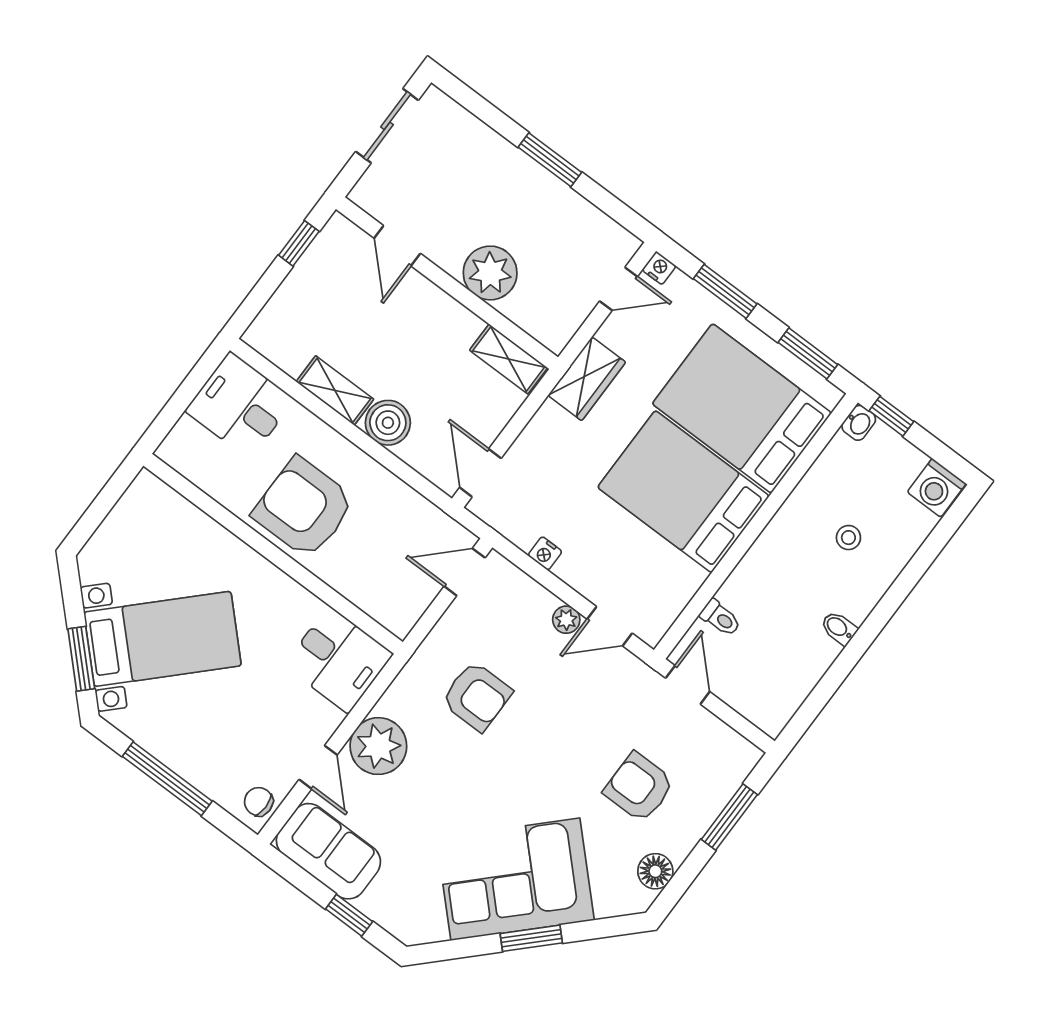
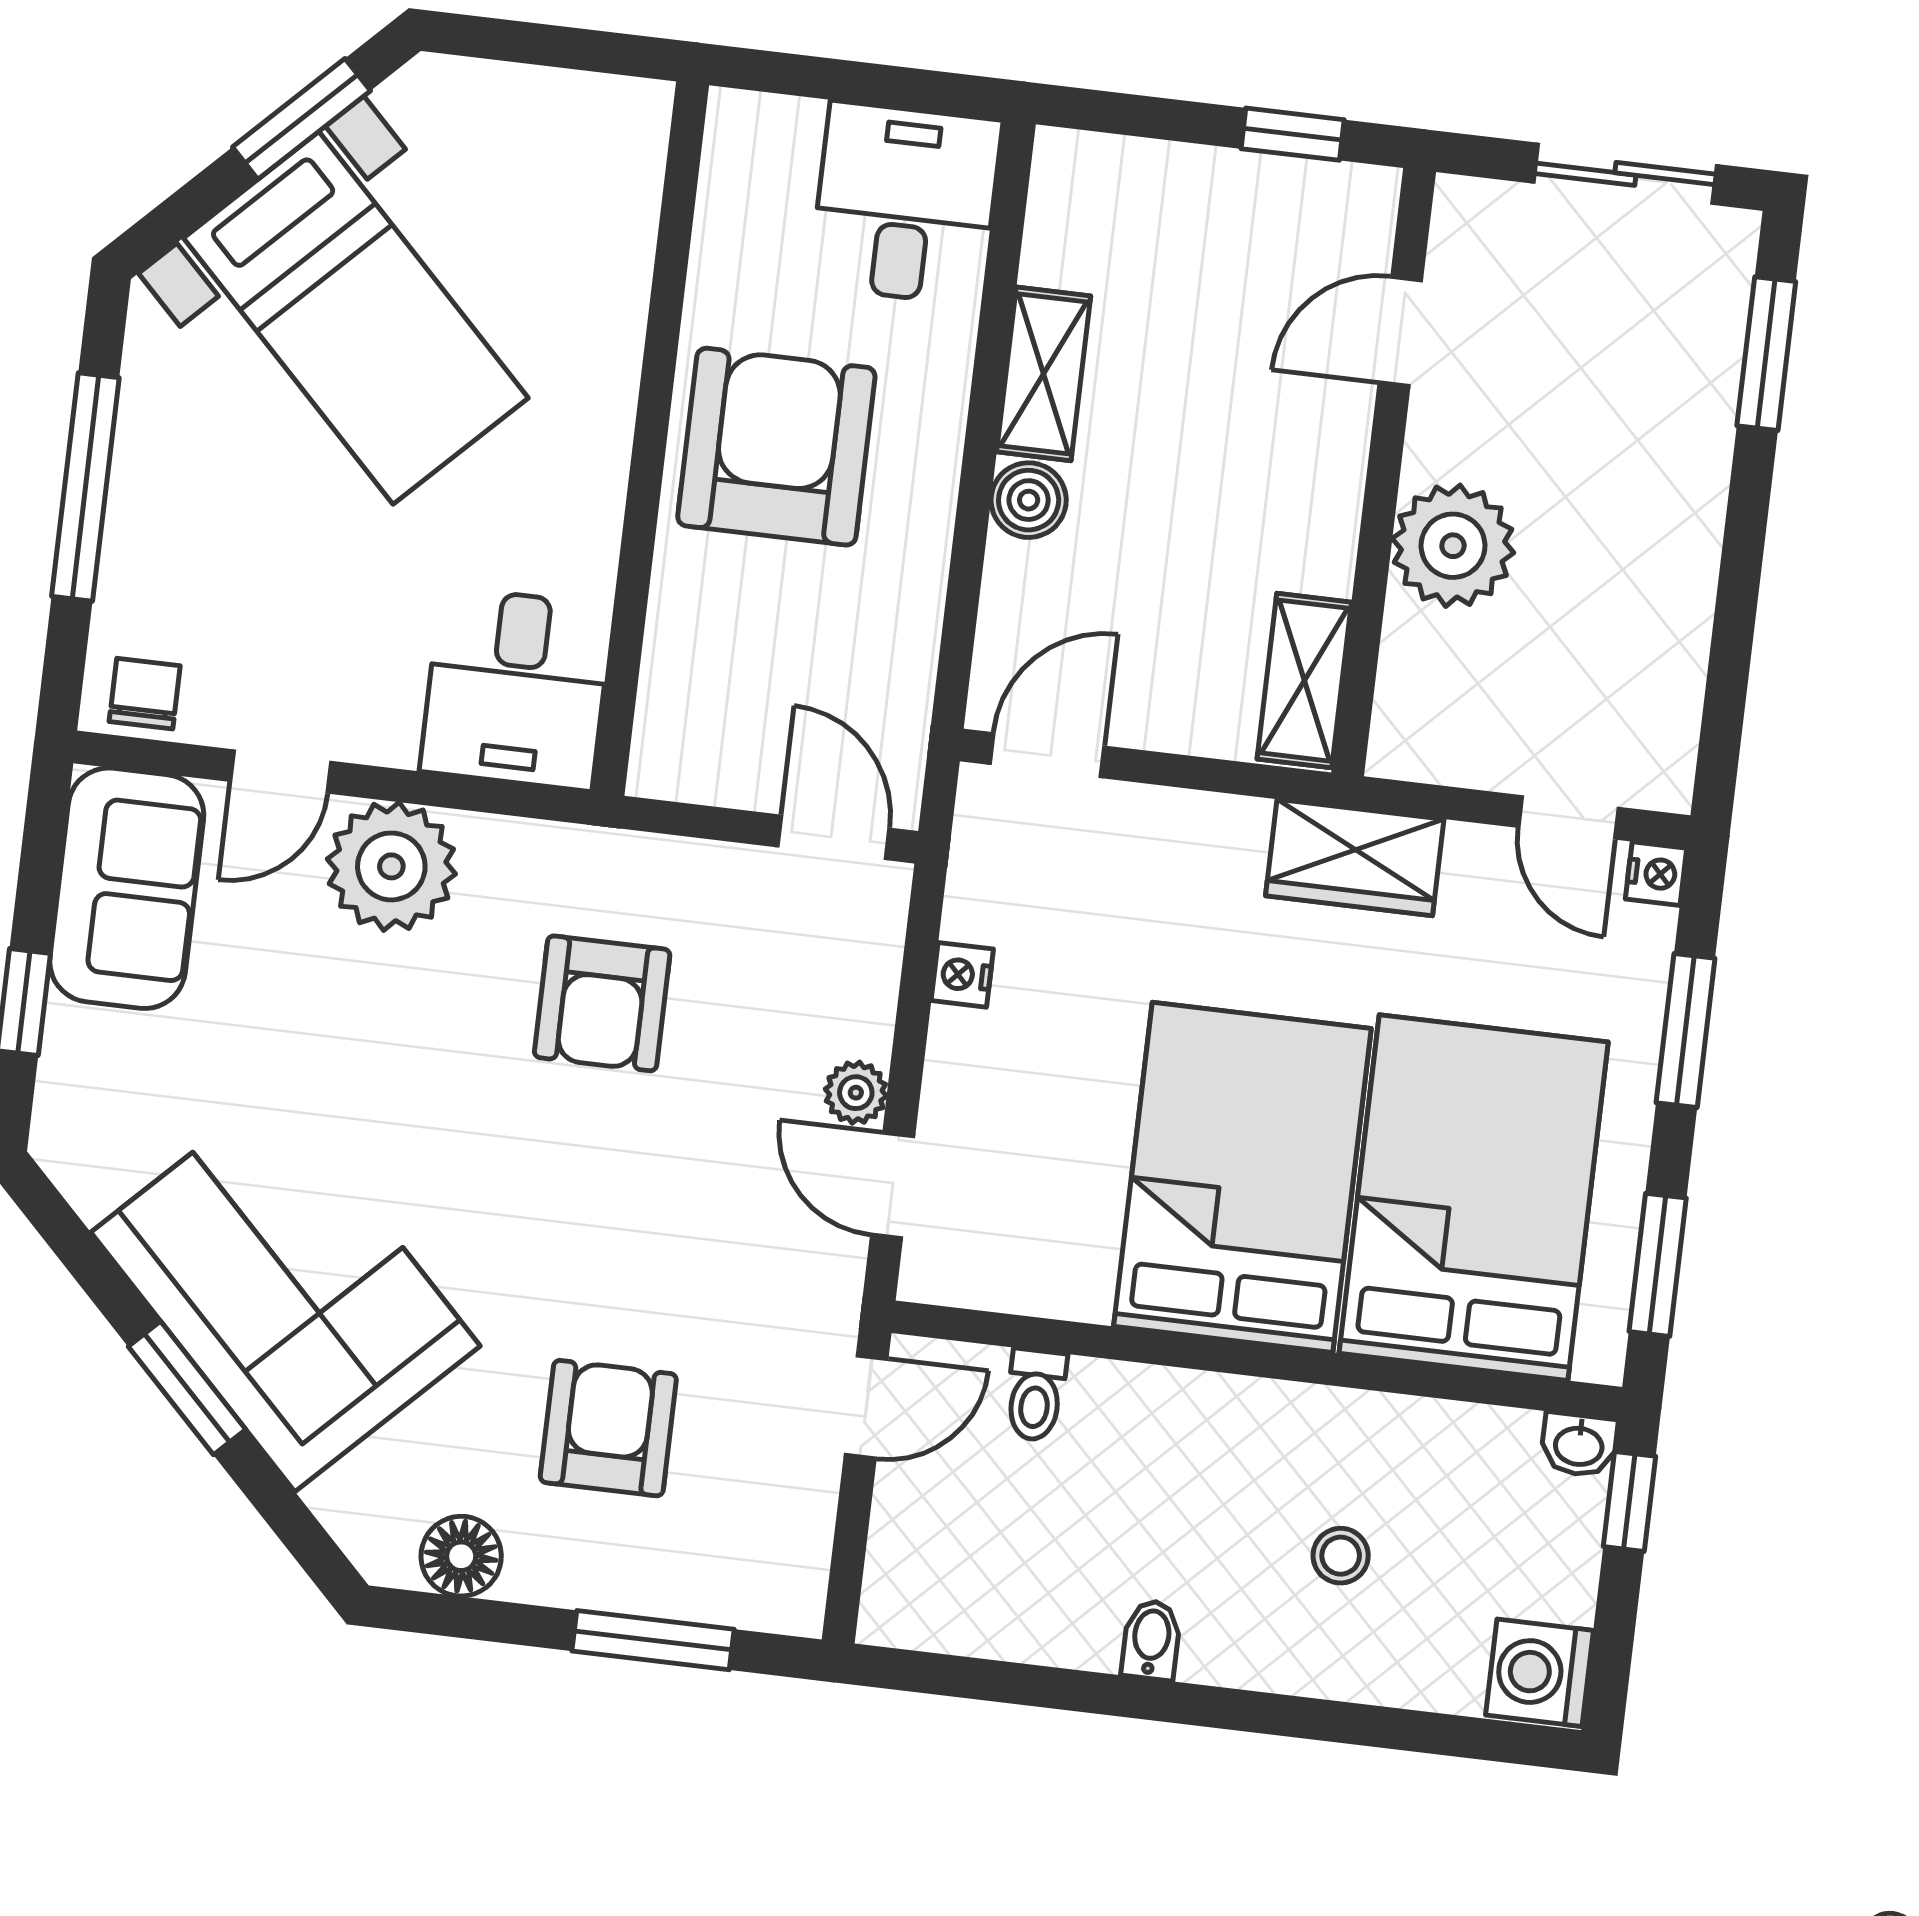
window: (550, 160) -> (1766, 354), moved
boiler: (388, 423) -> (1029, 500), width x0.73, depth x0.73
window: (81, 659) -> (301, 119), moved

